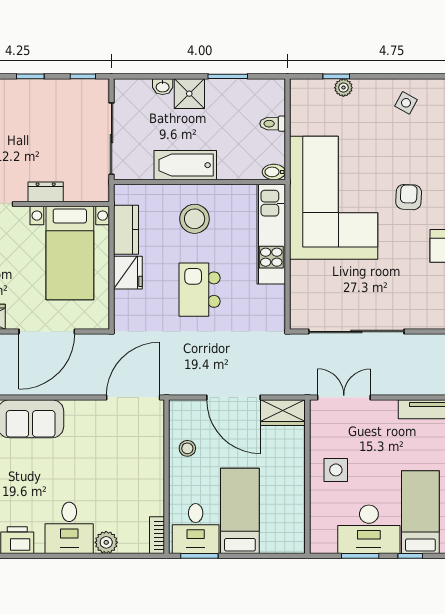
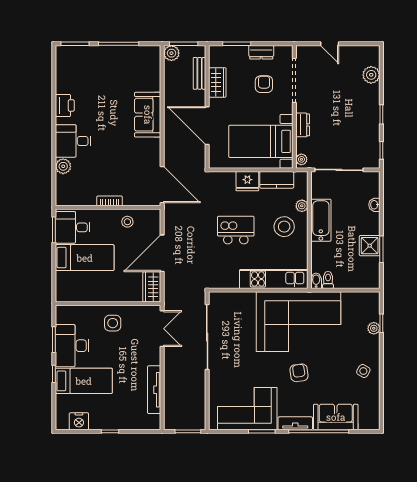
shower: (189, 94) -> (370, 246), moved
toilet: (273, 124) -> (328, 280), moved
plant: (96, 193) -> (301, 159), added
plant: (164, 193) -> (302, 206), added
armchair: (409, 197) -> (299, 373), turned -101
bookcase: (157, 535) -> (110, 201), moved

